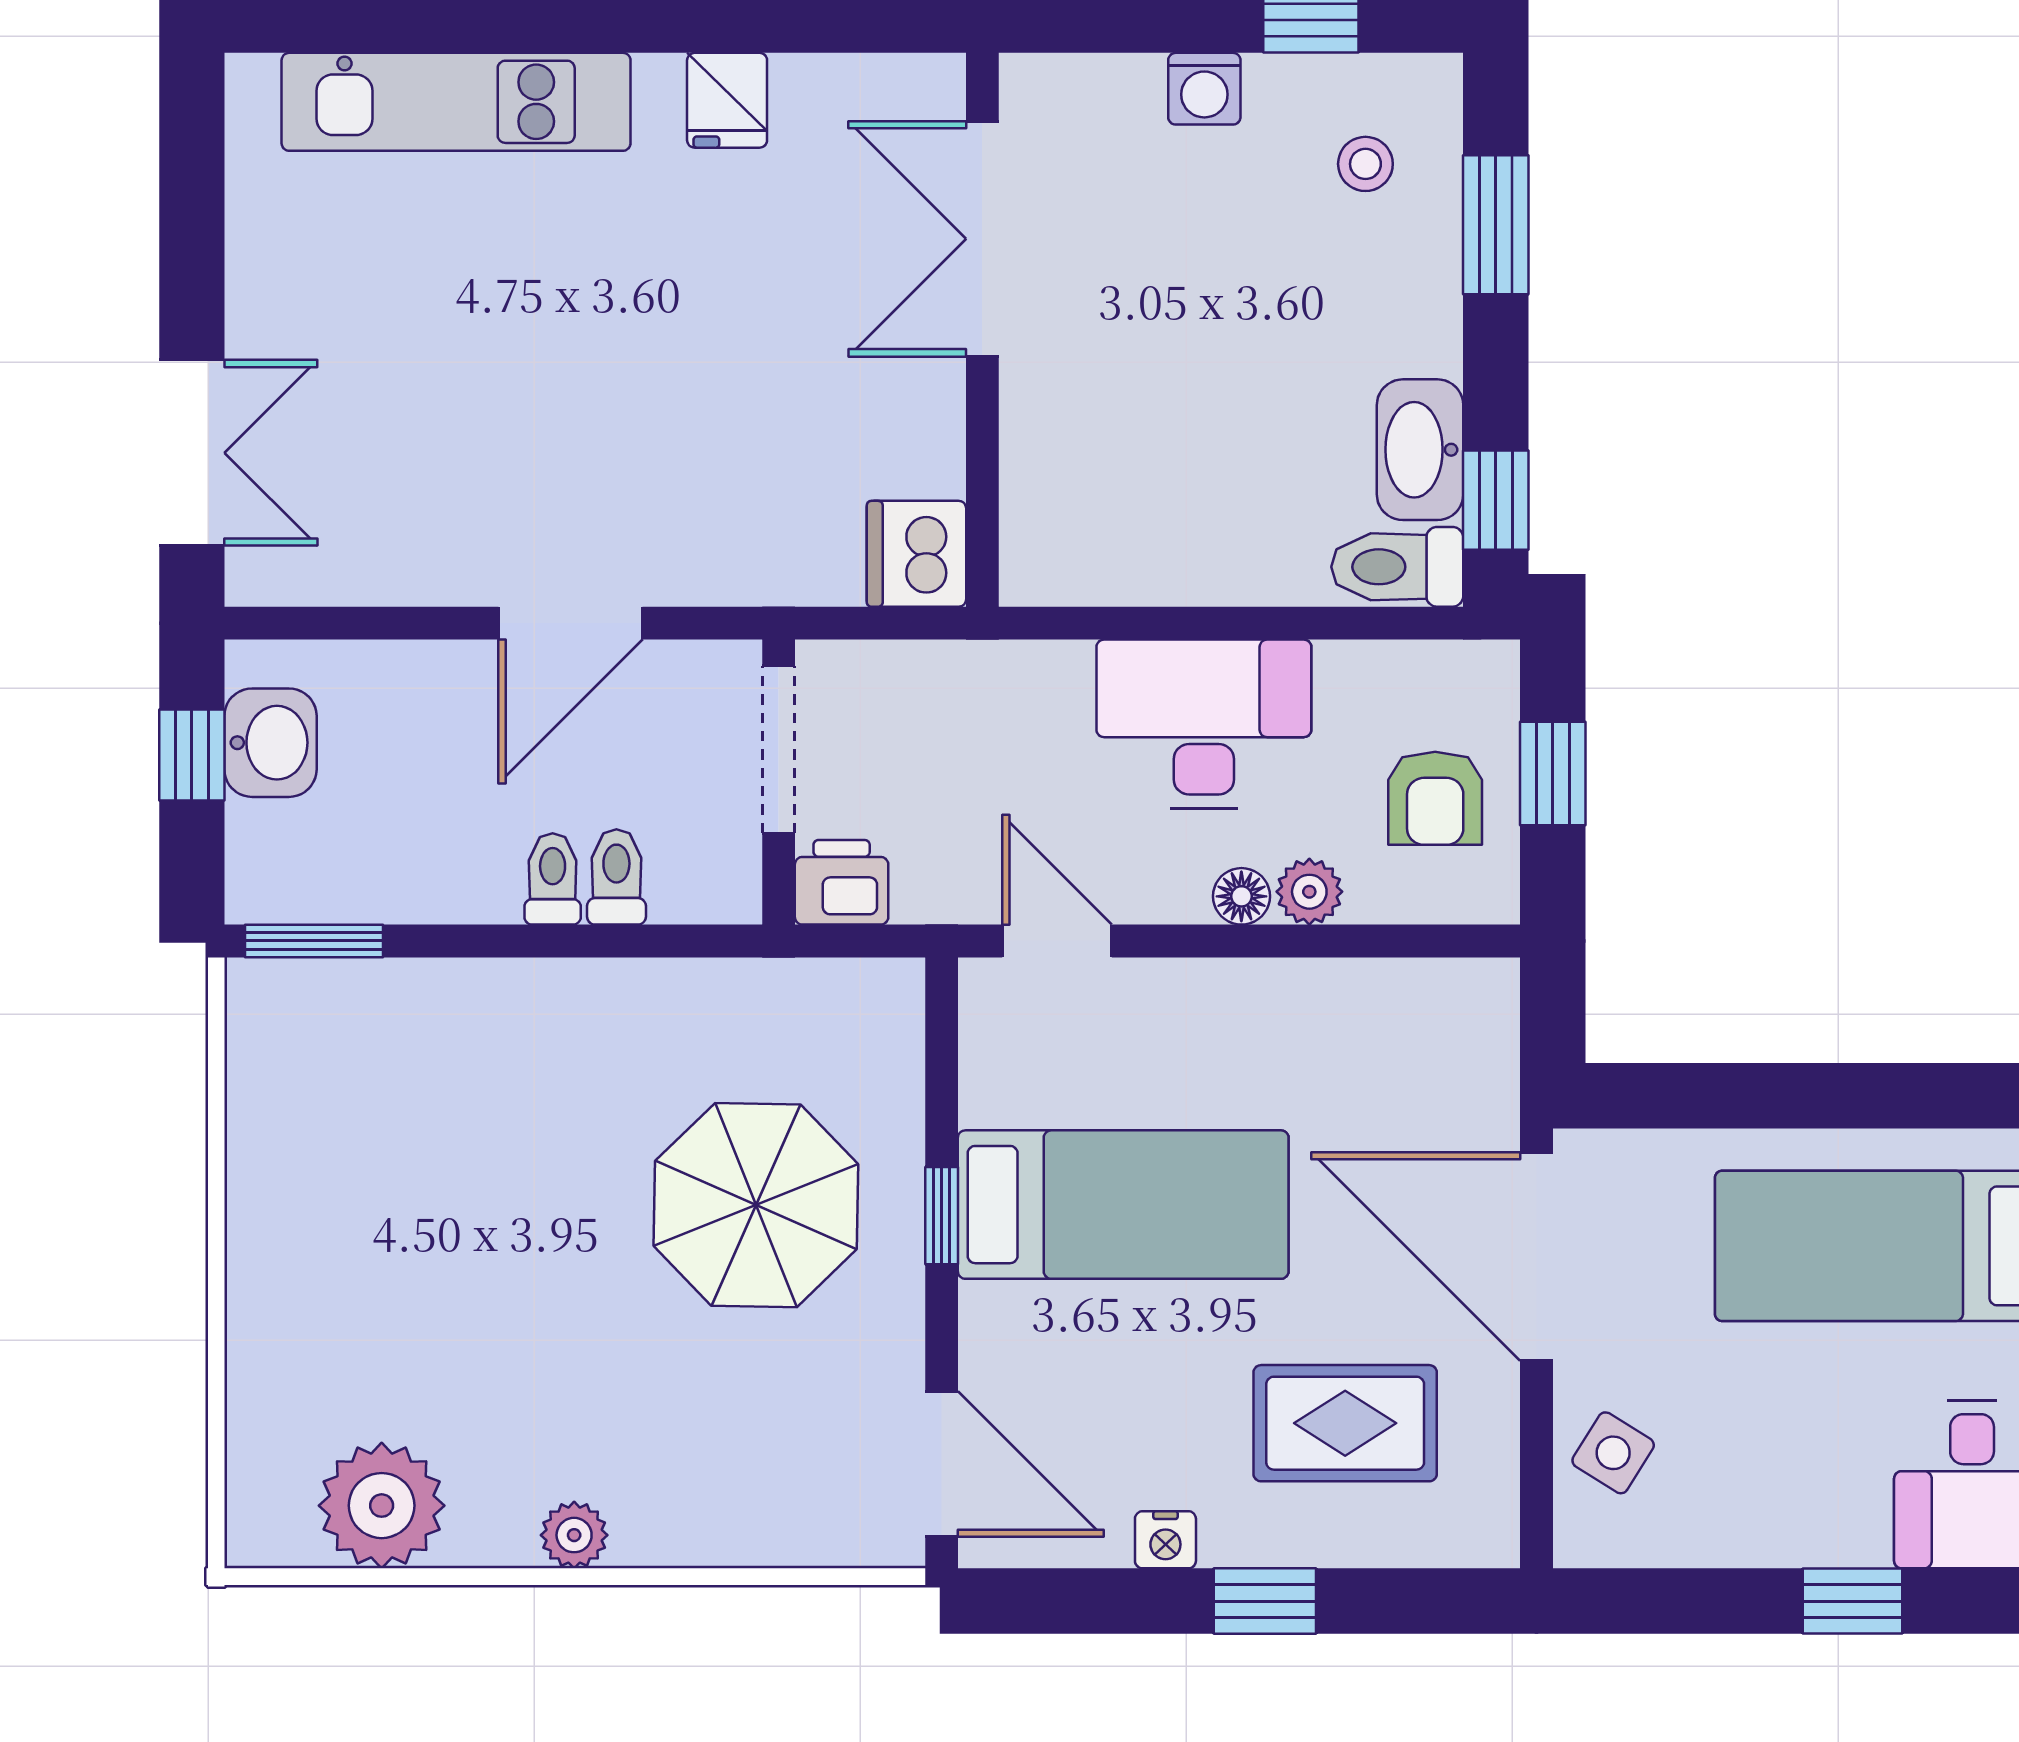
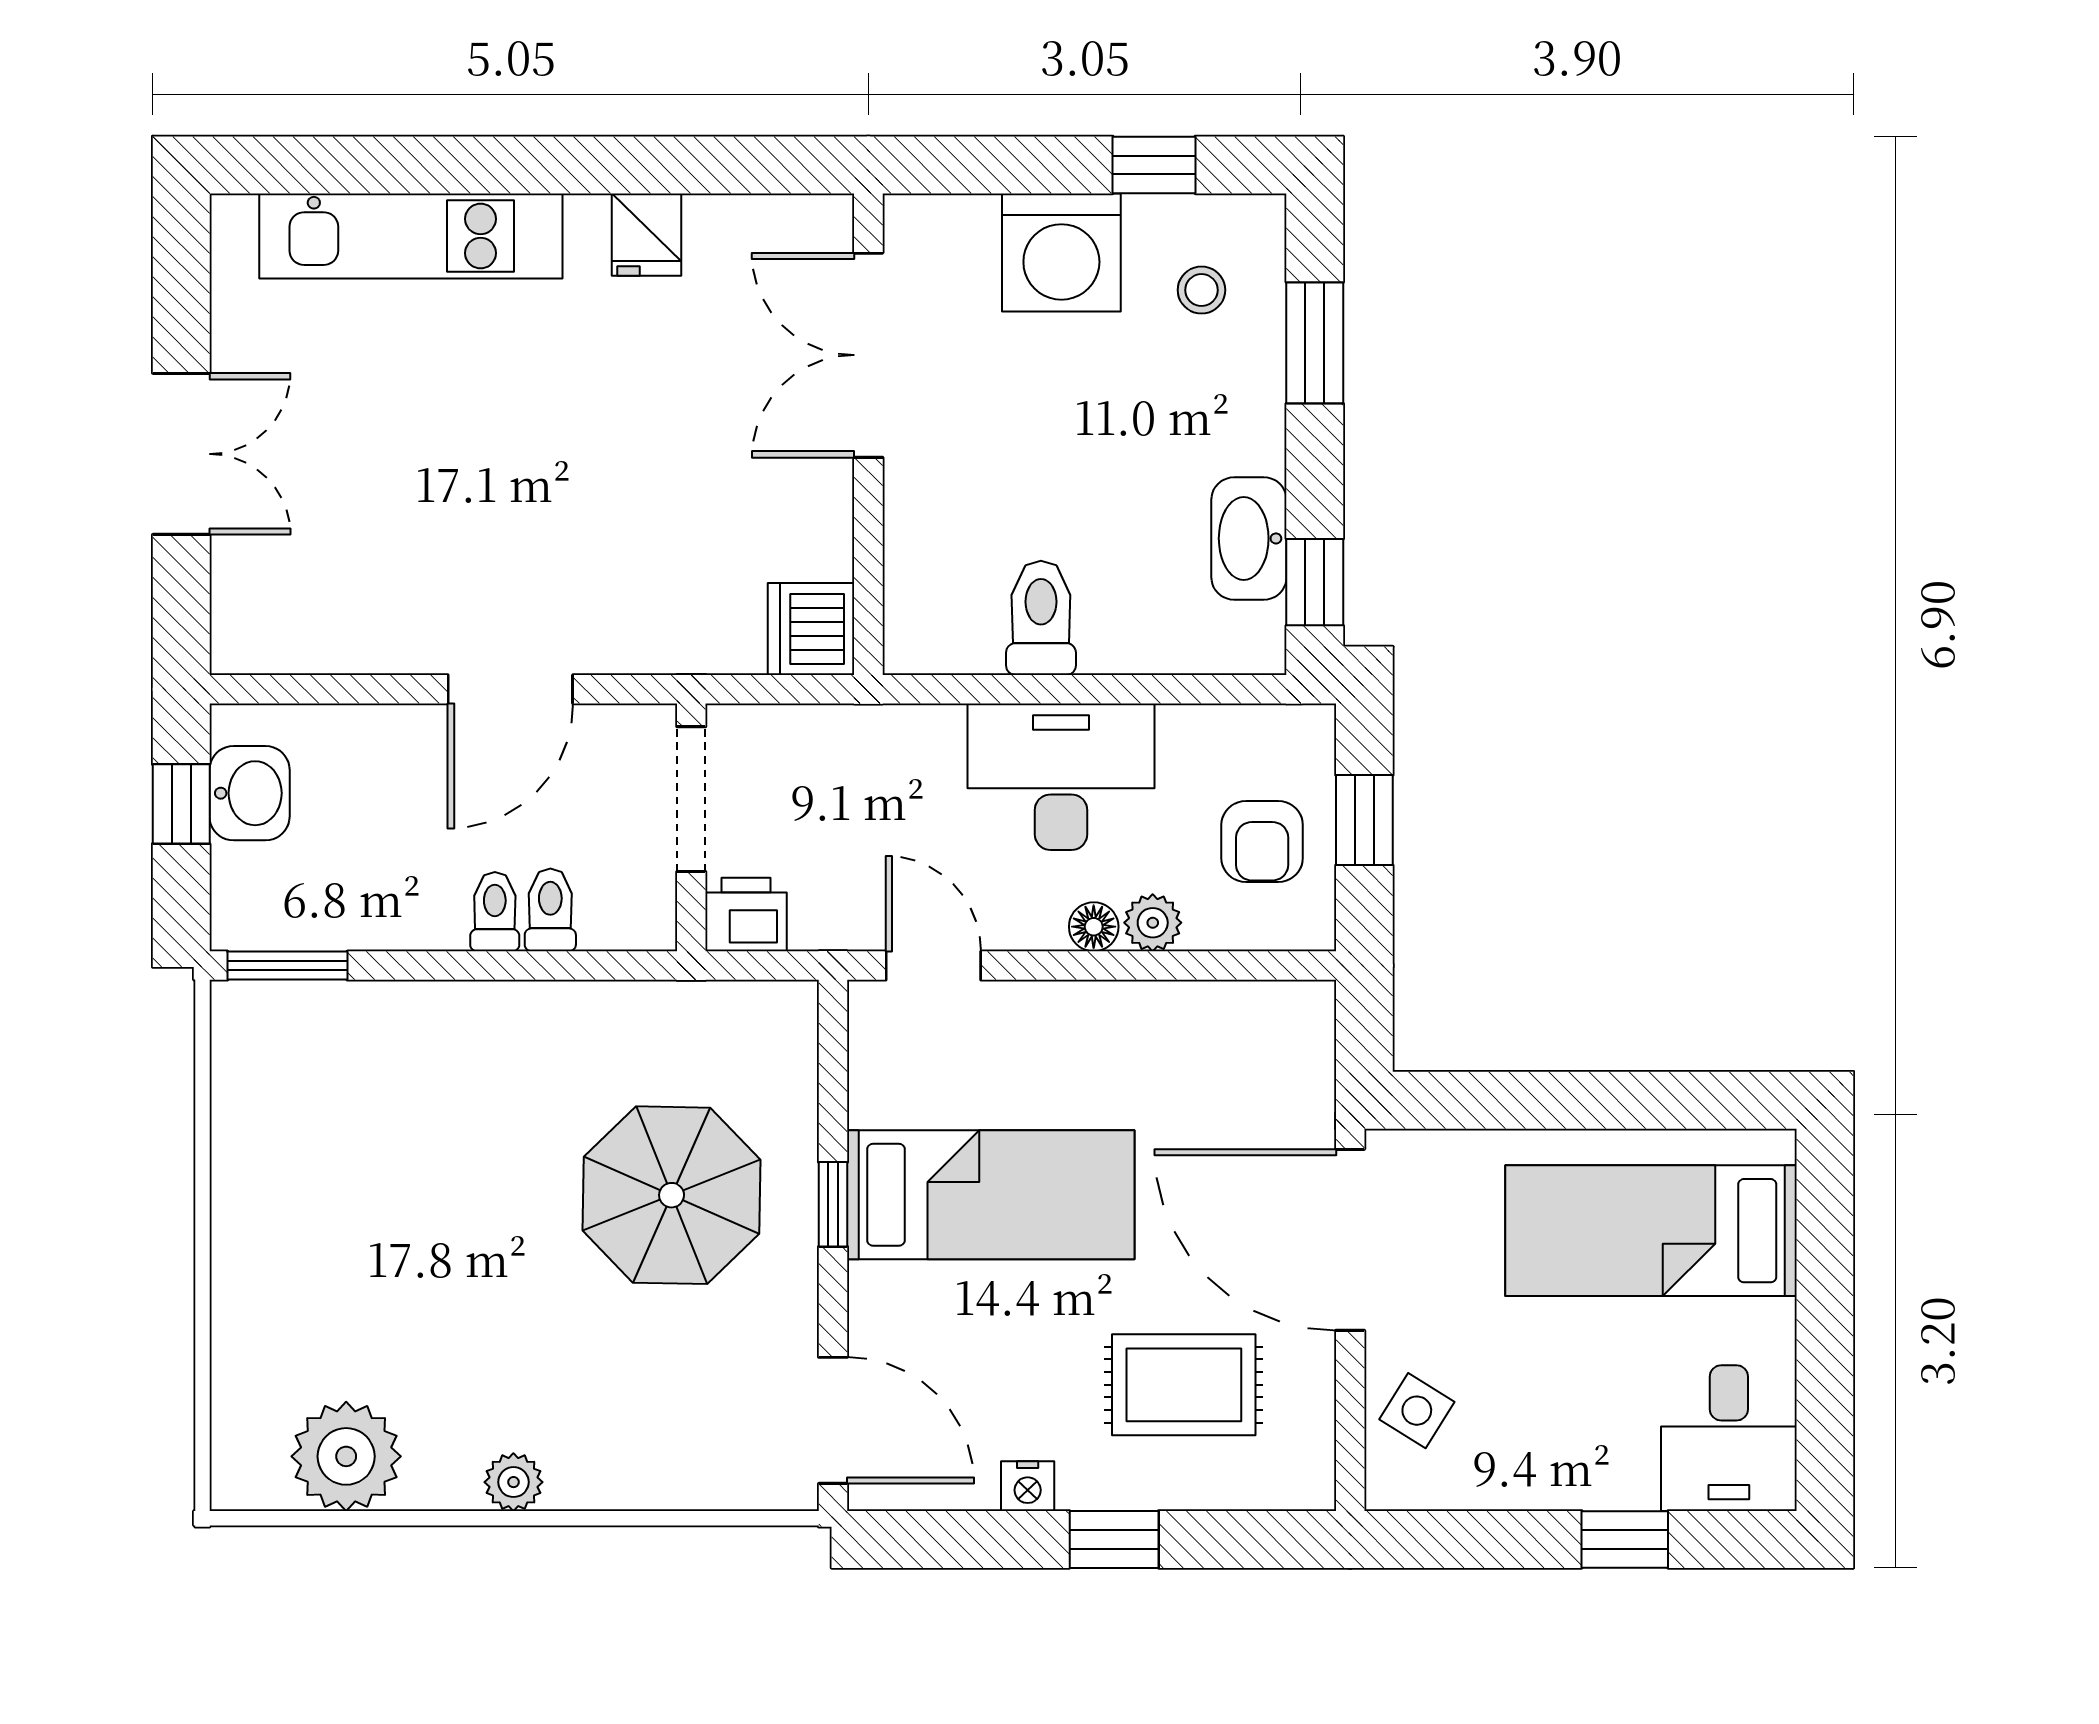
washing machine: (1204, 89) -> (1061, 252), width x1.89, depth x1.89
double door: (192, 453) -> (181, 454), moved
toilet: (1397, 567) -> (1041, 618), moved, turned 90

